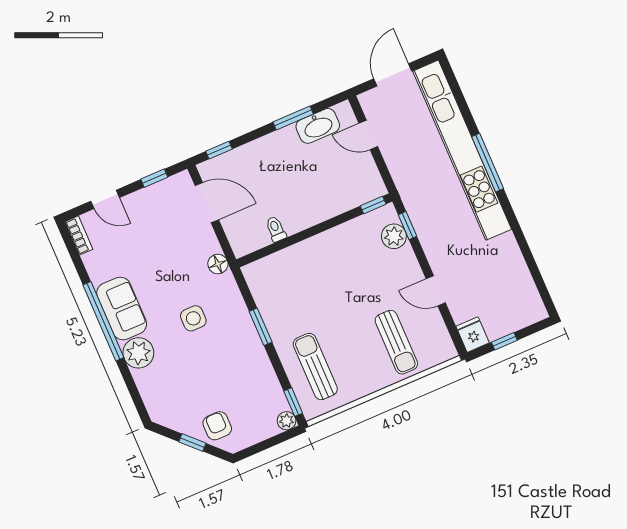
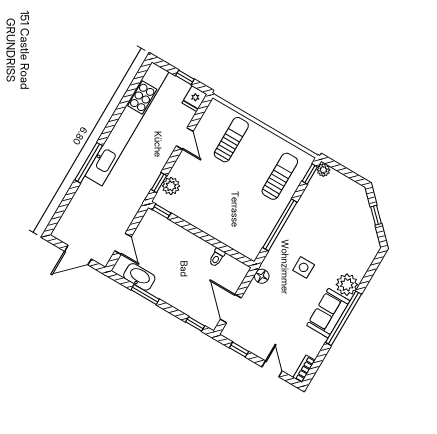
kitchen unit: (462, 150) -> (127, 124), moved
window: (261, 327) -> (280, 225), width x2.11
sun lounger: (315, 367) -> (280, 176), turned 180
armchair: (217, 426) -> (356, 208), removed

